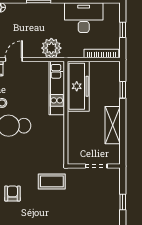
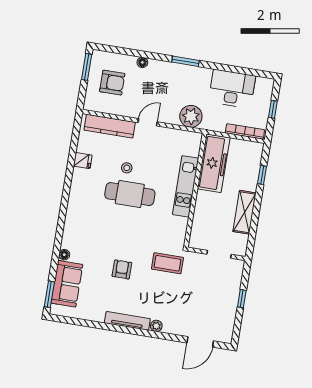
kitchen unit: (57, 88) -> (186, 186), moved

